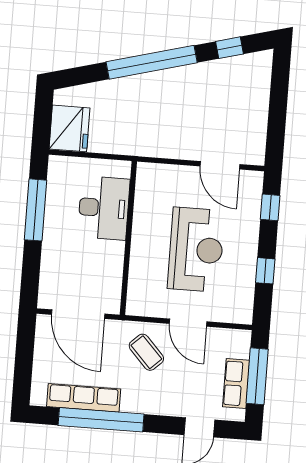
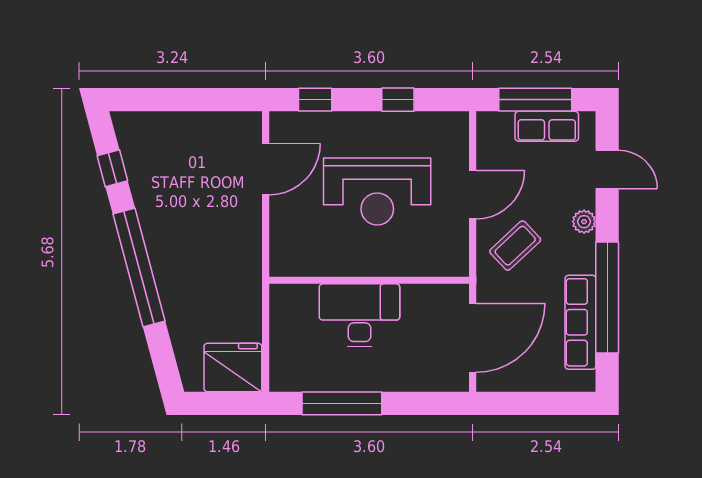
desk: (104, 208) -> (359, 315), moved
reception desk: (196, 250) -> (377, 191), turned 180
plant: (161, 406) -> (584, 222), added

